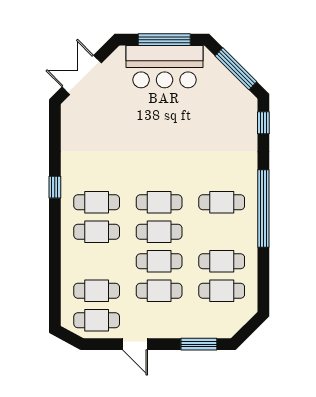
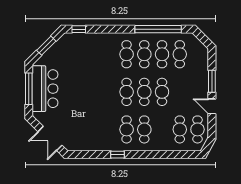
window: (236, 69) -> (46, 46), width x0.69
window: (263, 208) -> (158, 29), moved
cafe table: (159, 291) -> (144, 54), moved
door: (135, 344) -> (212, 106), swing flipped
window: (199, 344) -> (212, 81), moved

